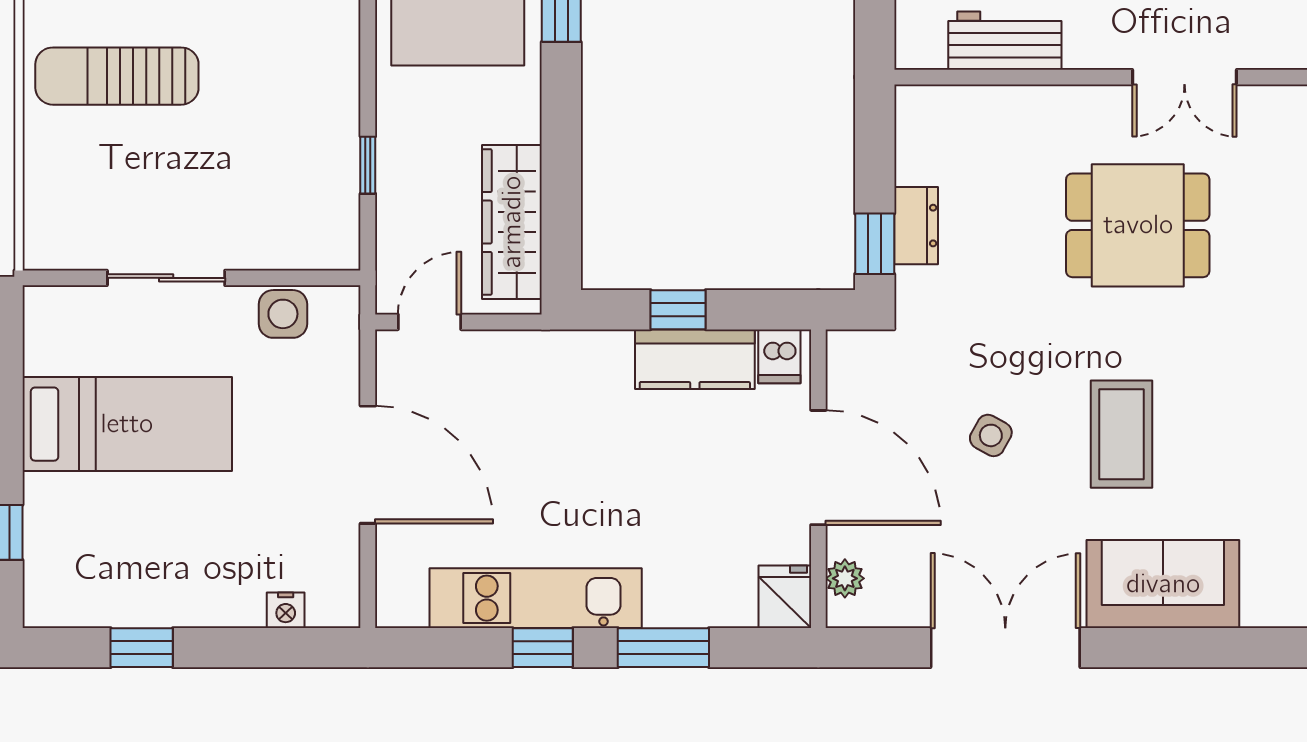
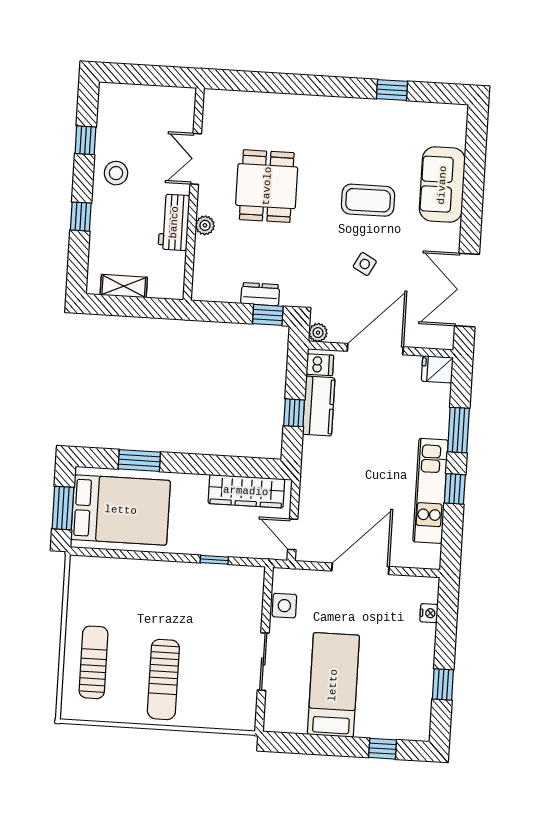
workbench: (1005, 41) -> (174, 222), moved
double door: (1184, 77) -> (196, 159), swing flipped
plant: (1050, 104) -> (205, 225), added
plant: (845, 578) -> (318, 333), moved
double door: (1005, 648) -> (467, 290), moved

